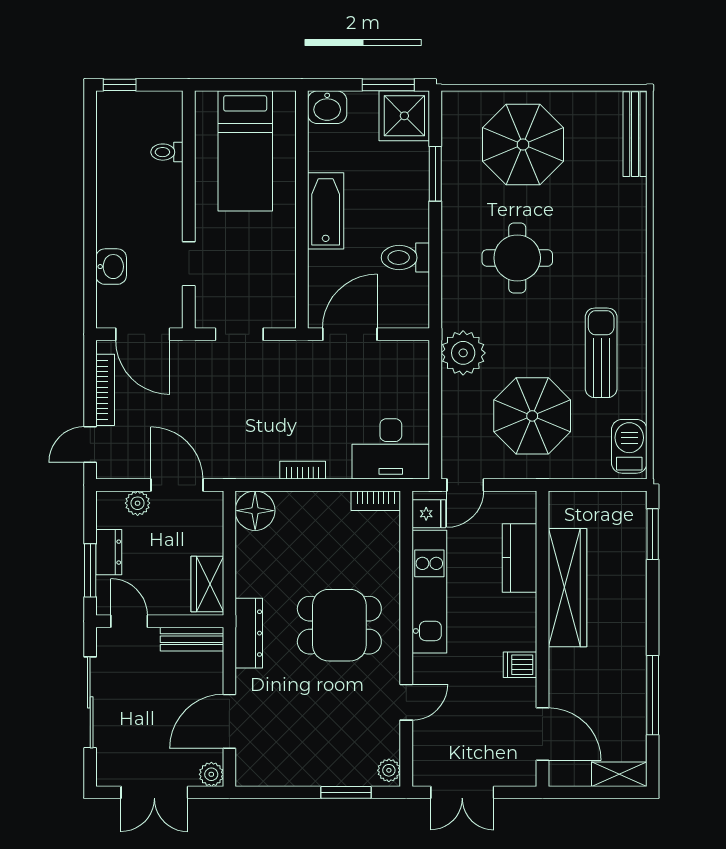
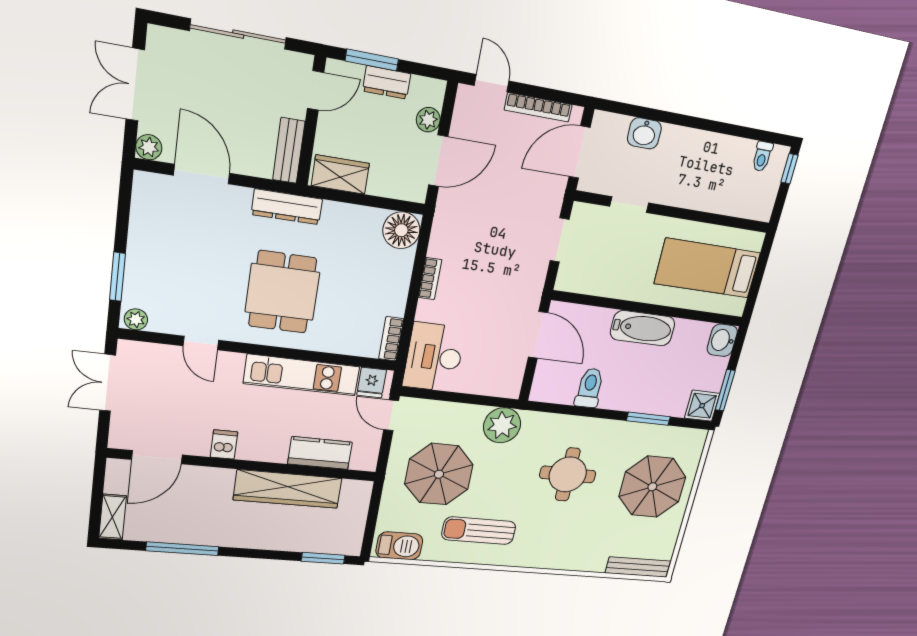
shower: (404, 116) -> (702, 406), width x0.73, depth x0.73
toilet: (167, 152) -> (762, 156), moved, turned 180
sun lounger: (601, 353) -> (479, 531), turned 180

